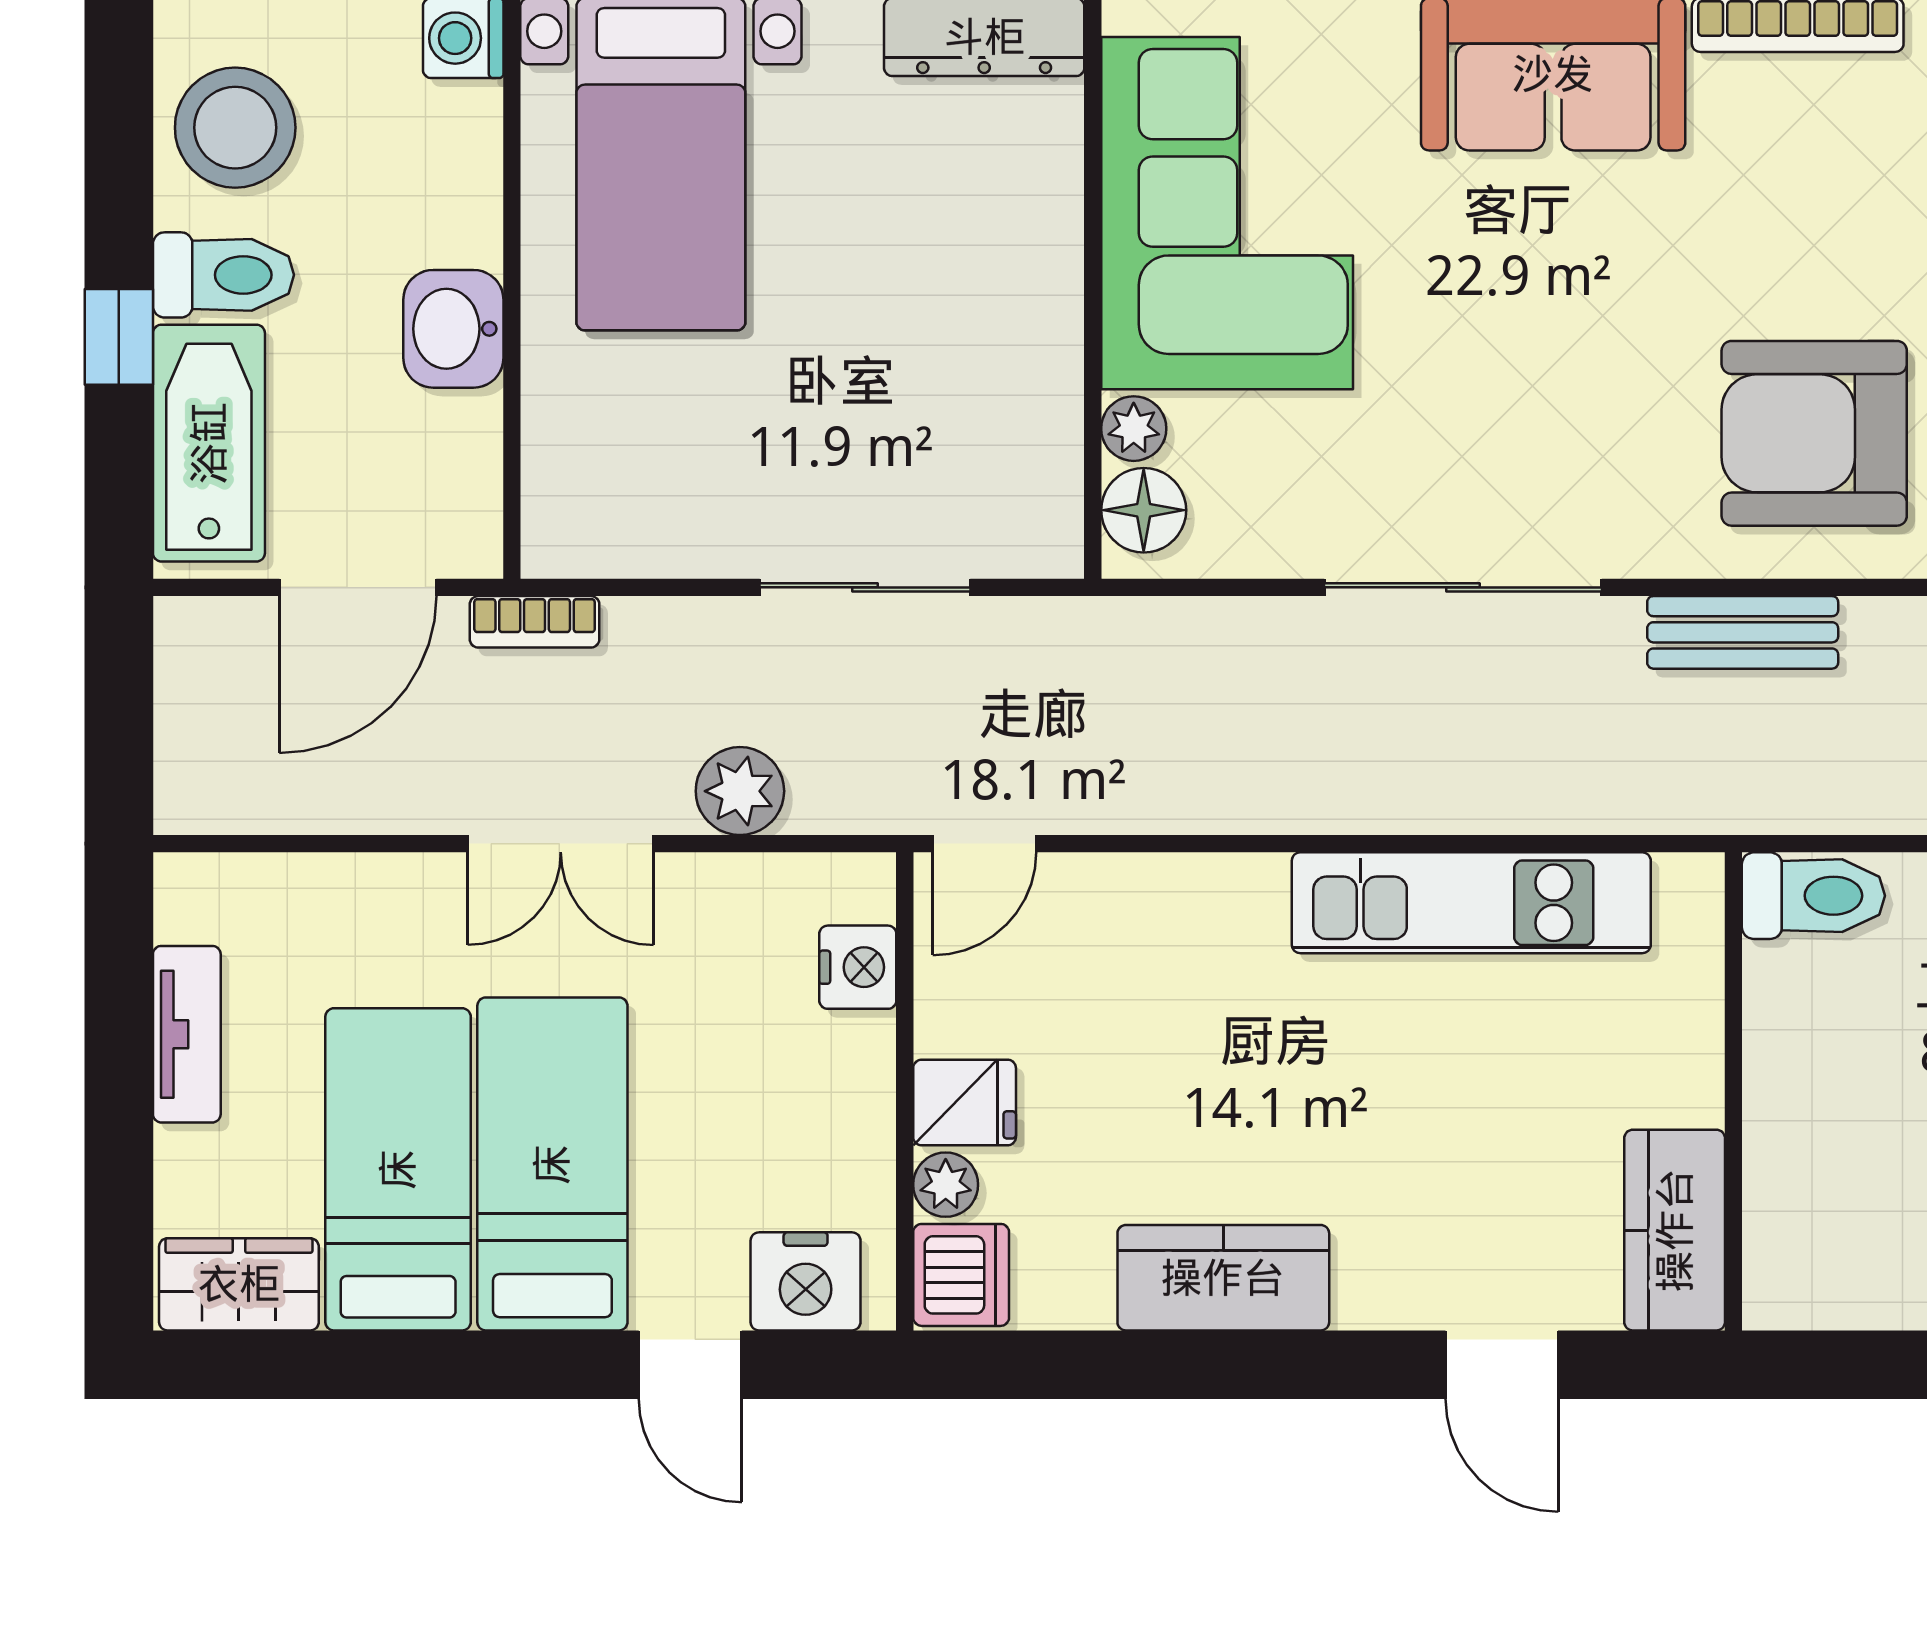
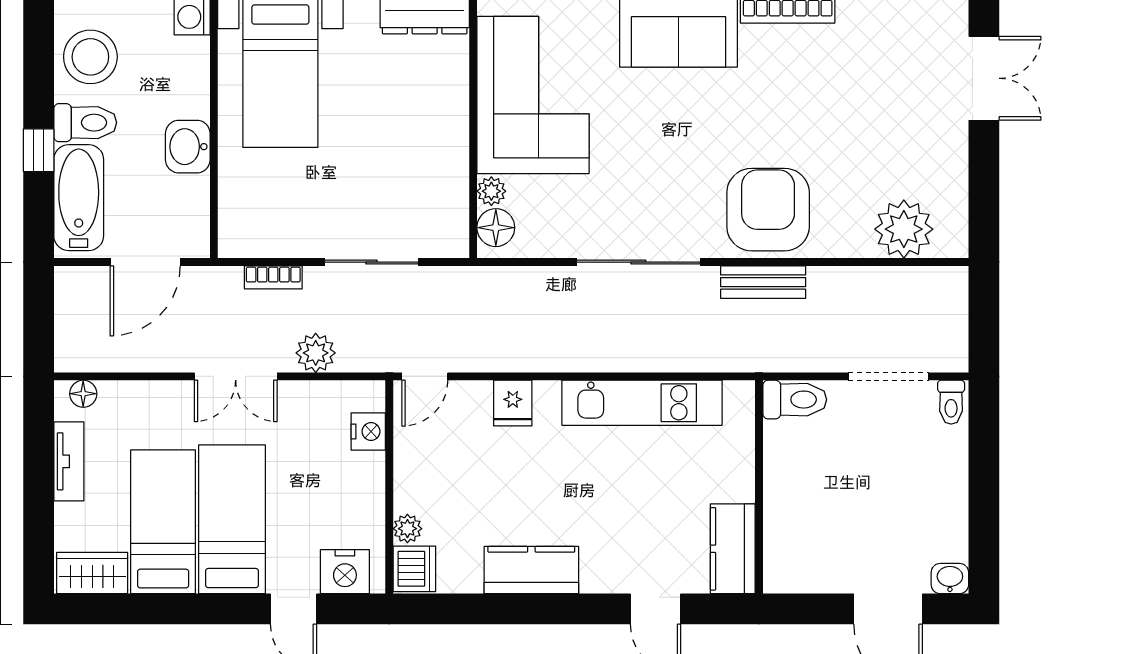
armchair: (1814, 433) -> (768, 210), moved, turned 90
bookcase: (535, 622) -> (273, 277), moved
floor lamp: (219, 883) -> (83, 394), added
fridge: (965, 1103) -> (513, 403), moved, turned 90

